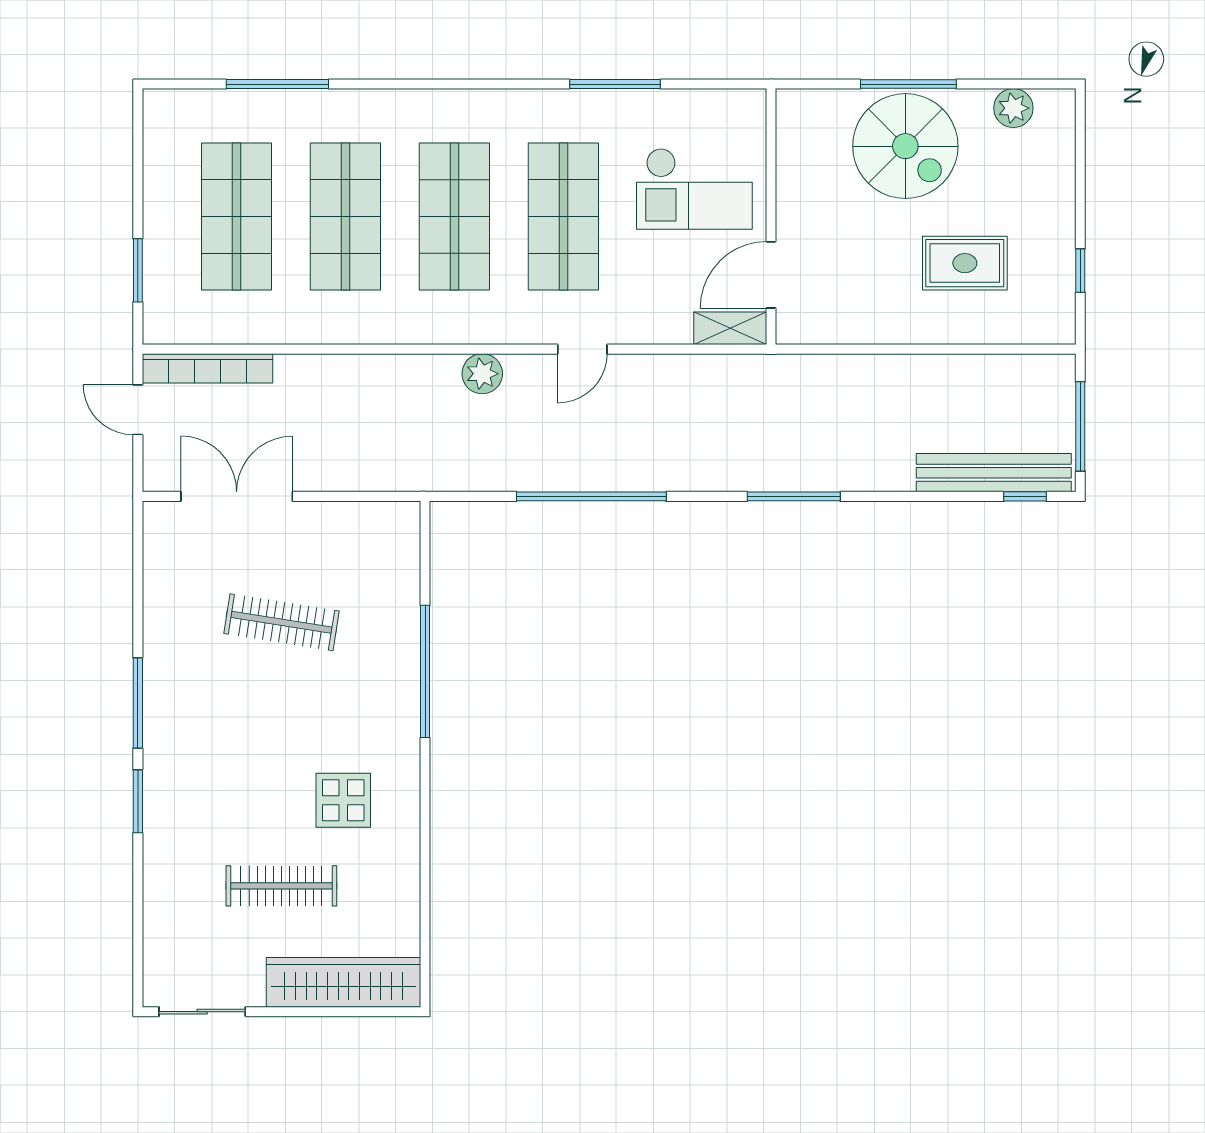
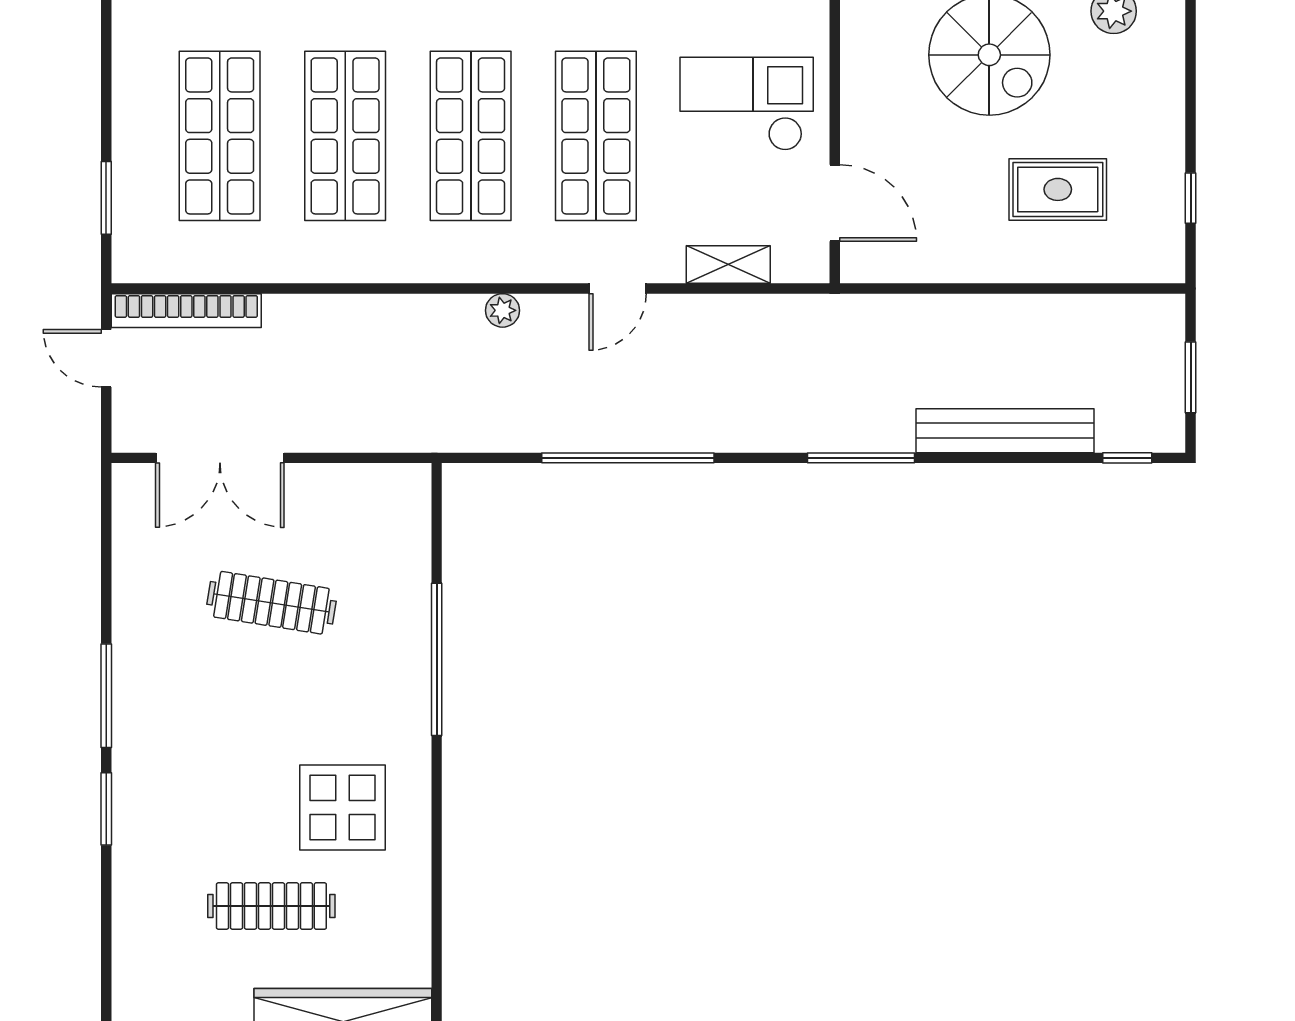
checkout: (694, 189) -> (747, 104), turned 180
door: (771, 275) -> (835, 203), swing flipped
shelving: (730, 328) -> (728, 265), moved
plant: (482, 374) -> (502, 310), width x0.73, depth x0.73
window: (1080, 426) -> (1191, 377), width x0.69
bench: (994, 473) -> (1005, 431), moved
double door: (237, 496) -> (220, 458), swing flipped
display table: (343, 800) -> (342, 808), width x1.36, depth x1.36

